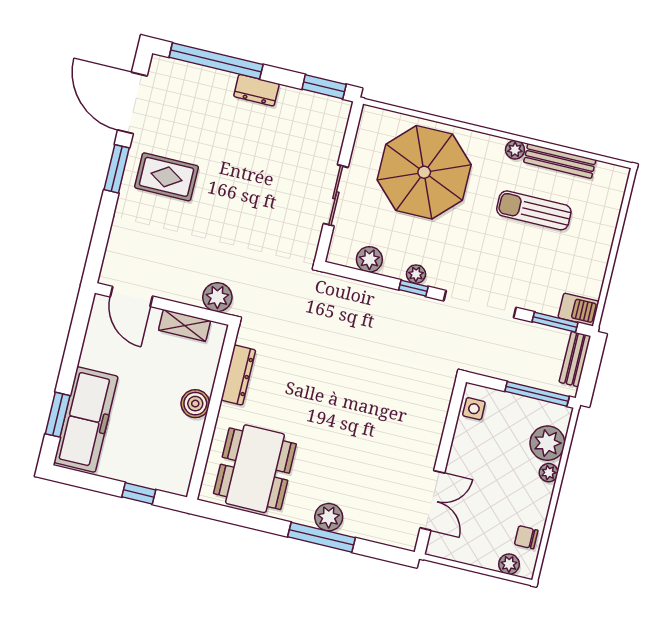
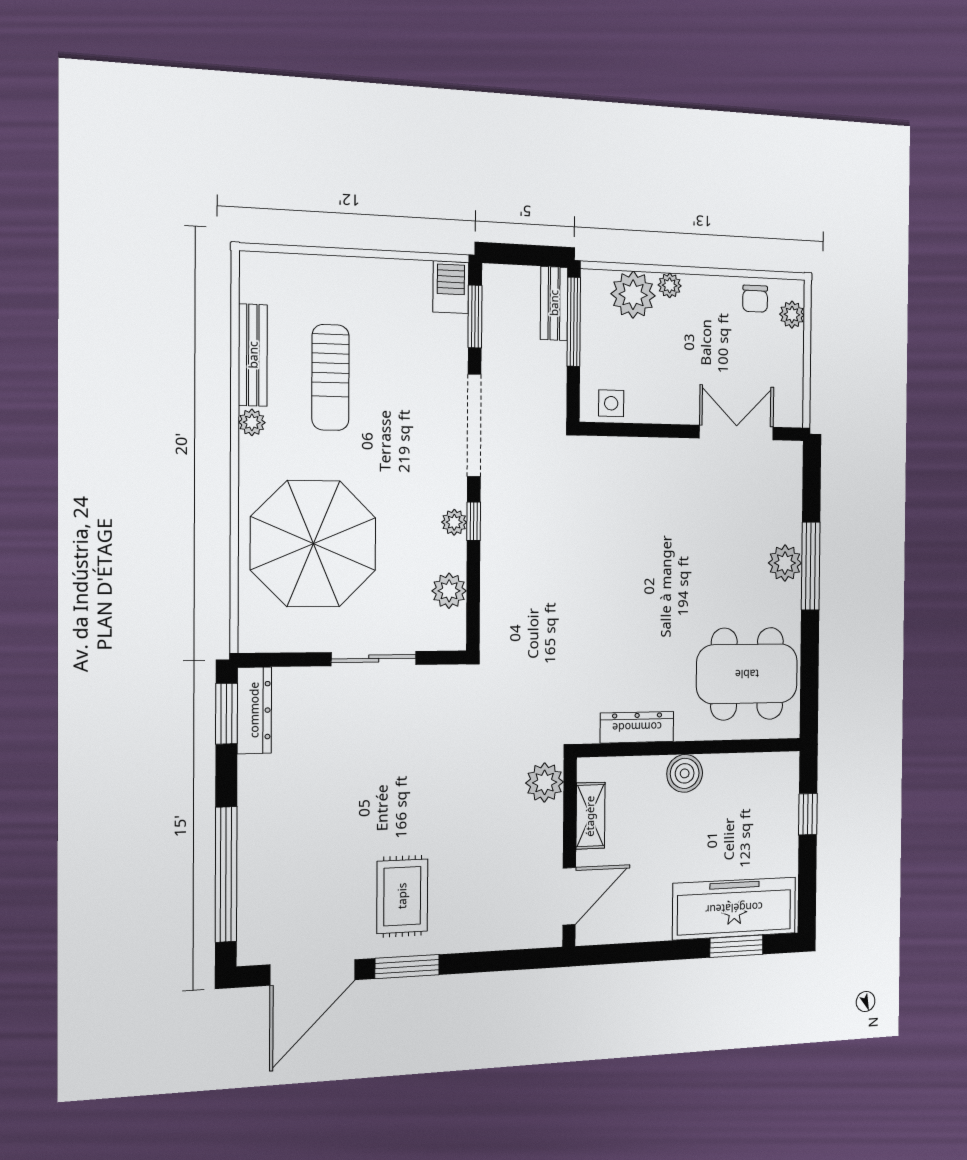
dresser: (256, 90) -> (254, 710), moved, width x1.44
bench: (575, 359) -> (554, 303), moved, turned 90

